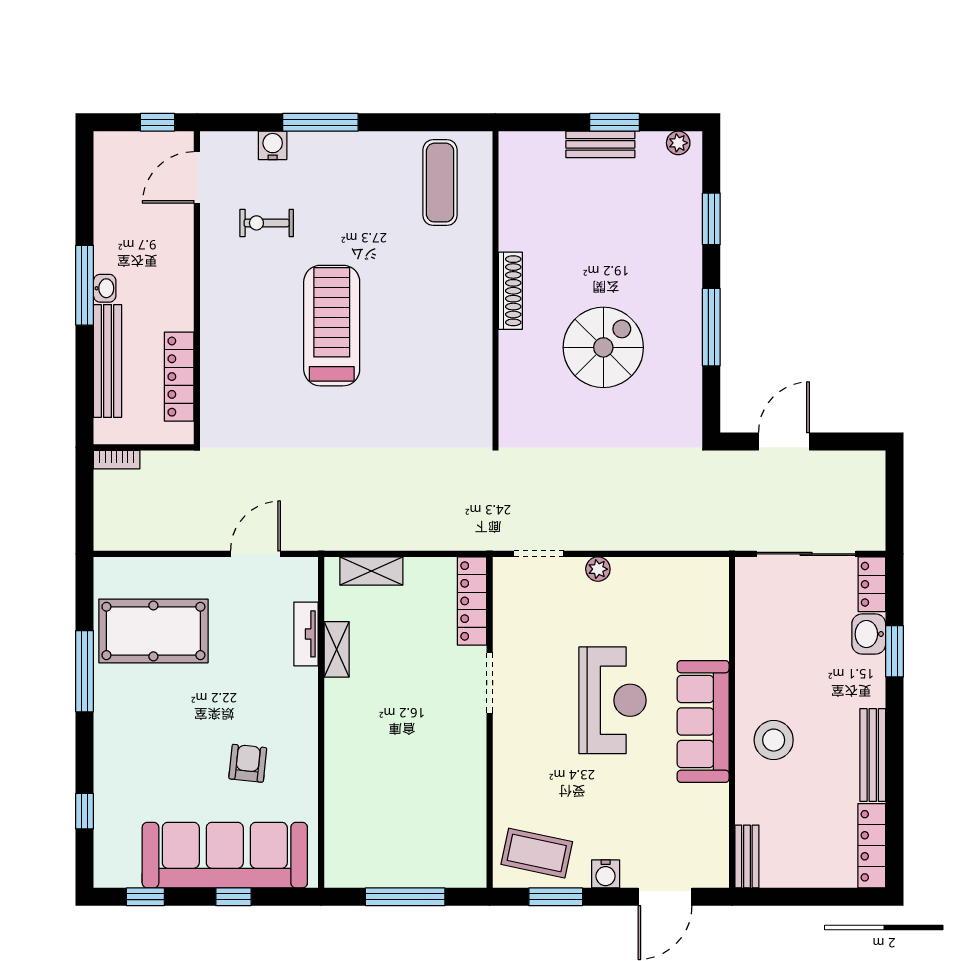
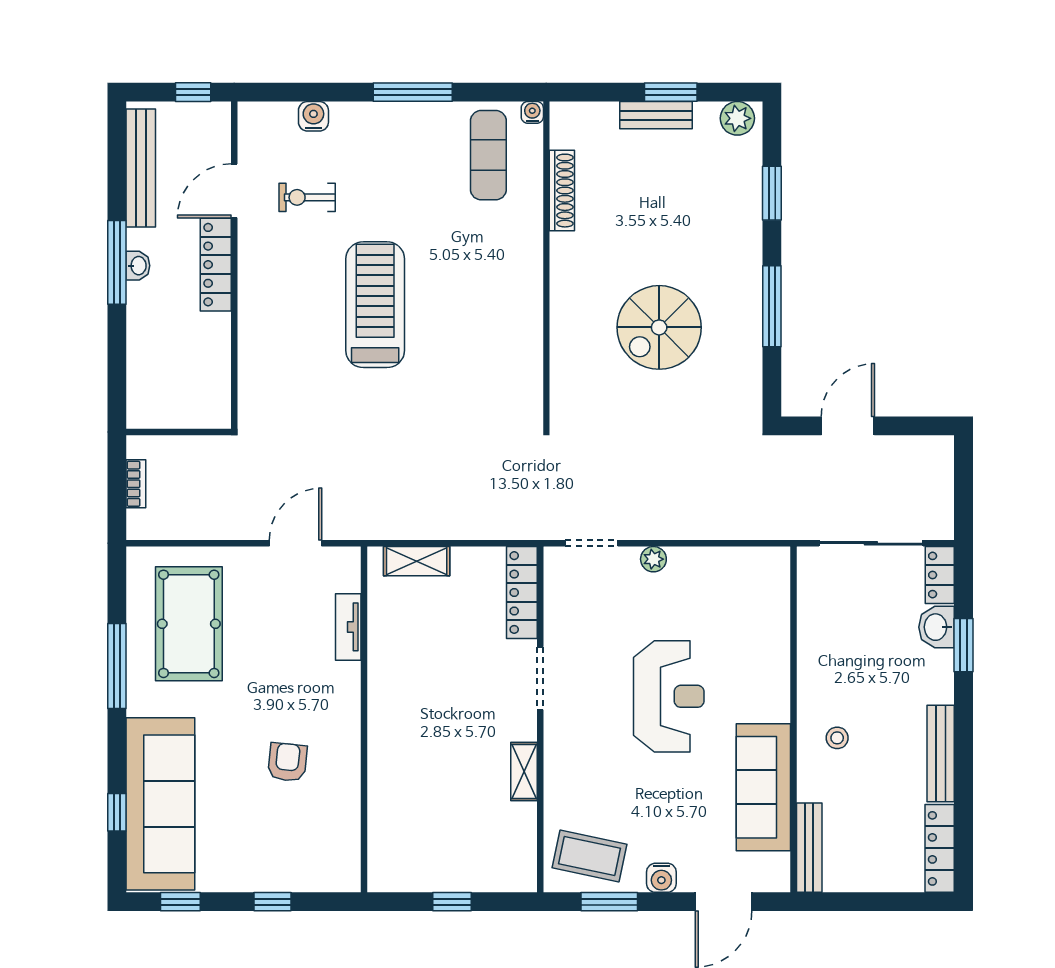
window: (320, 122) -> (413, 92), moved
water cooler: (482, 142) -> (532, 112), added
plant: (678, 143) -> (737, 118), width x1.38, depth x1.38
door: (197, 177) -> (234, 191), moved
shoe rack: (510, 291) -> (562, 191), moved
spiral stairs: (603, 347) -> (659, 327), turned 180
bench: (107, 361) -> (141, 168), moved
locker: (179, 377) -> (216, 265), moved
bookcase: (117, 460) -> (136, 484), moved, turned -90
pool table: (153, 631) -> (189, 624), turned 90
shelving: (337, 649) -> (524, 772), moved
sofa: (703, 721) -> (763, 787), moved
stool: (774, 740) -> (837, 738), width x0.53, depth x0.53
sofa: (225, 855) -> (160, 804), moved, turned 90
bench: (747, 856) -> (809, 848), width x1.36
window: (405, 897) -> (452, 902), width x0.46

